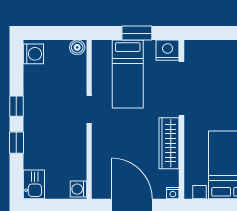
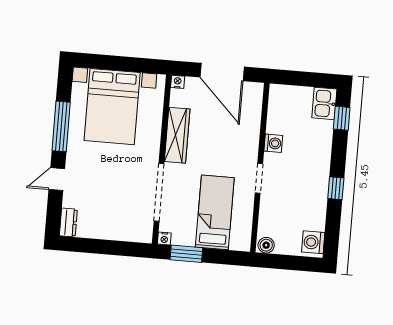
window: (137, 33) -> (186, 254), moved
nightstand: (168, 50) -> (164, 239), width x0.53, depth x0.56
window: (16, 143) -> (342, 118), moved
washing machine: (78, 189) -> (273, 143), moved

